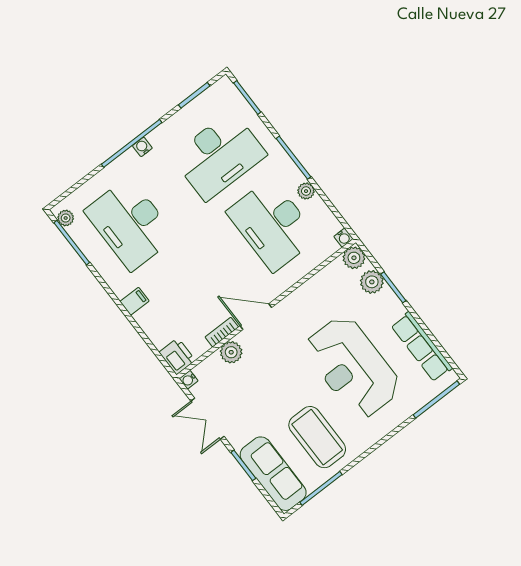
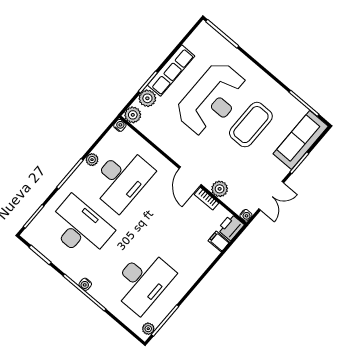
filing cabinet: (134, 301) -> (219, 241), moved
row of seats: (422, 347) -> (171, 71), moved
coffee table: (317, 437) -> (251, 125), moved

